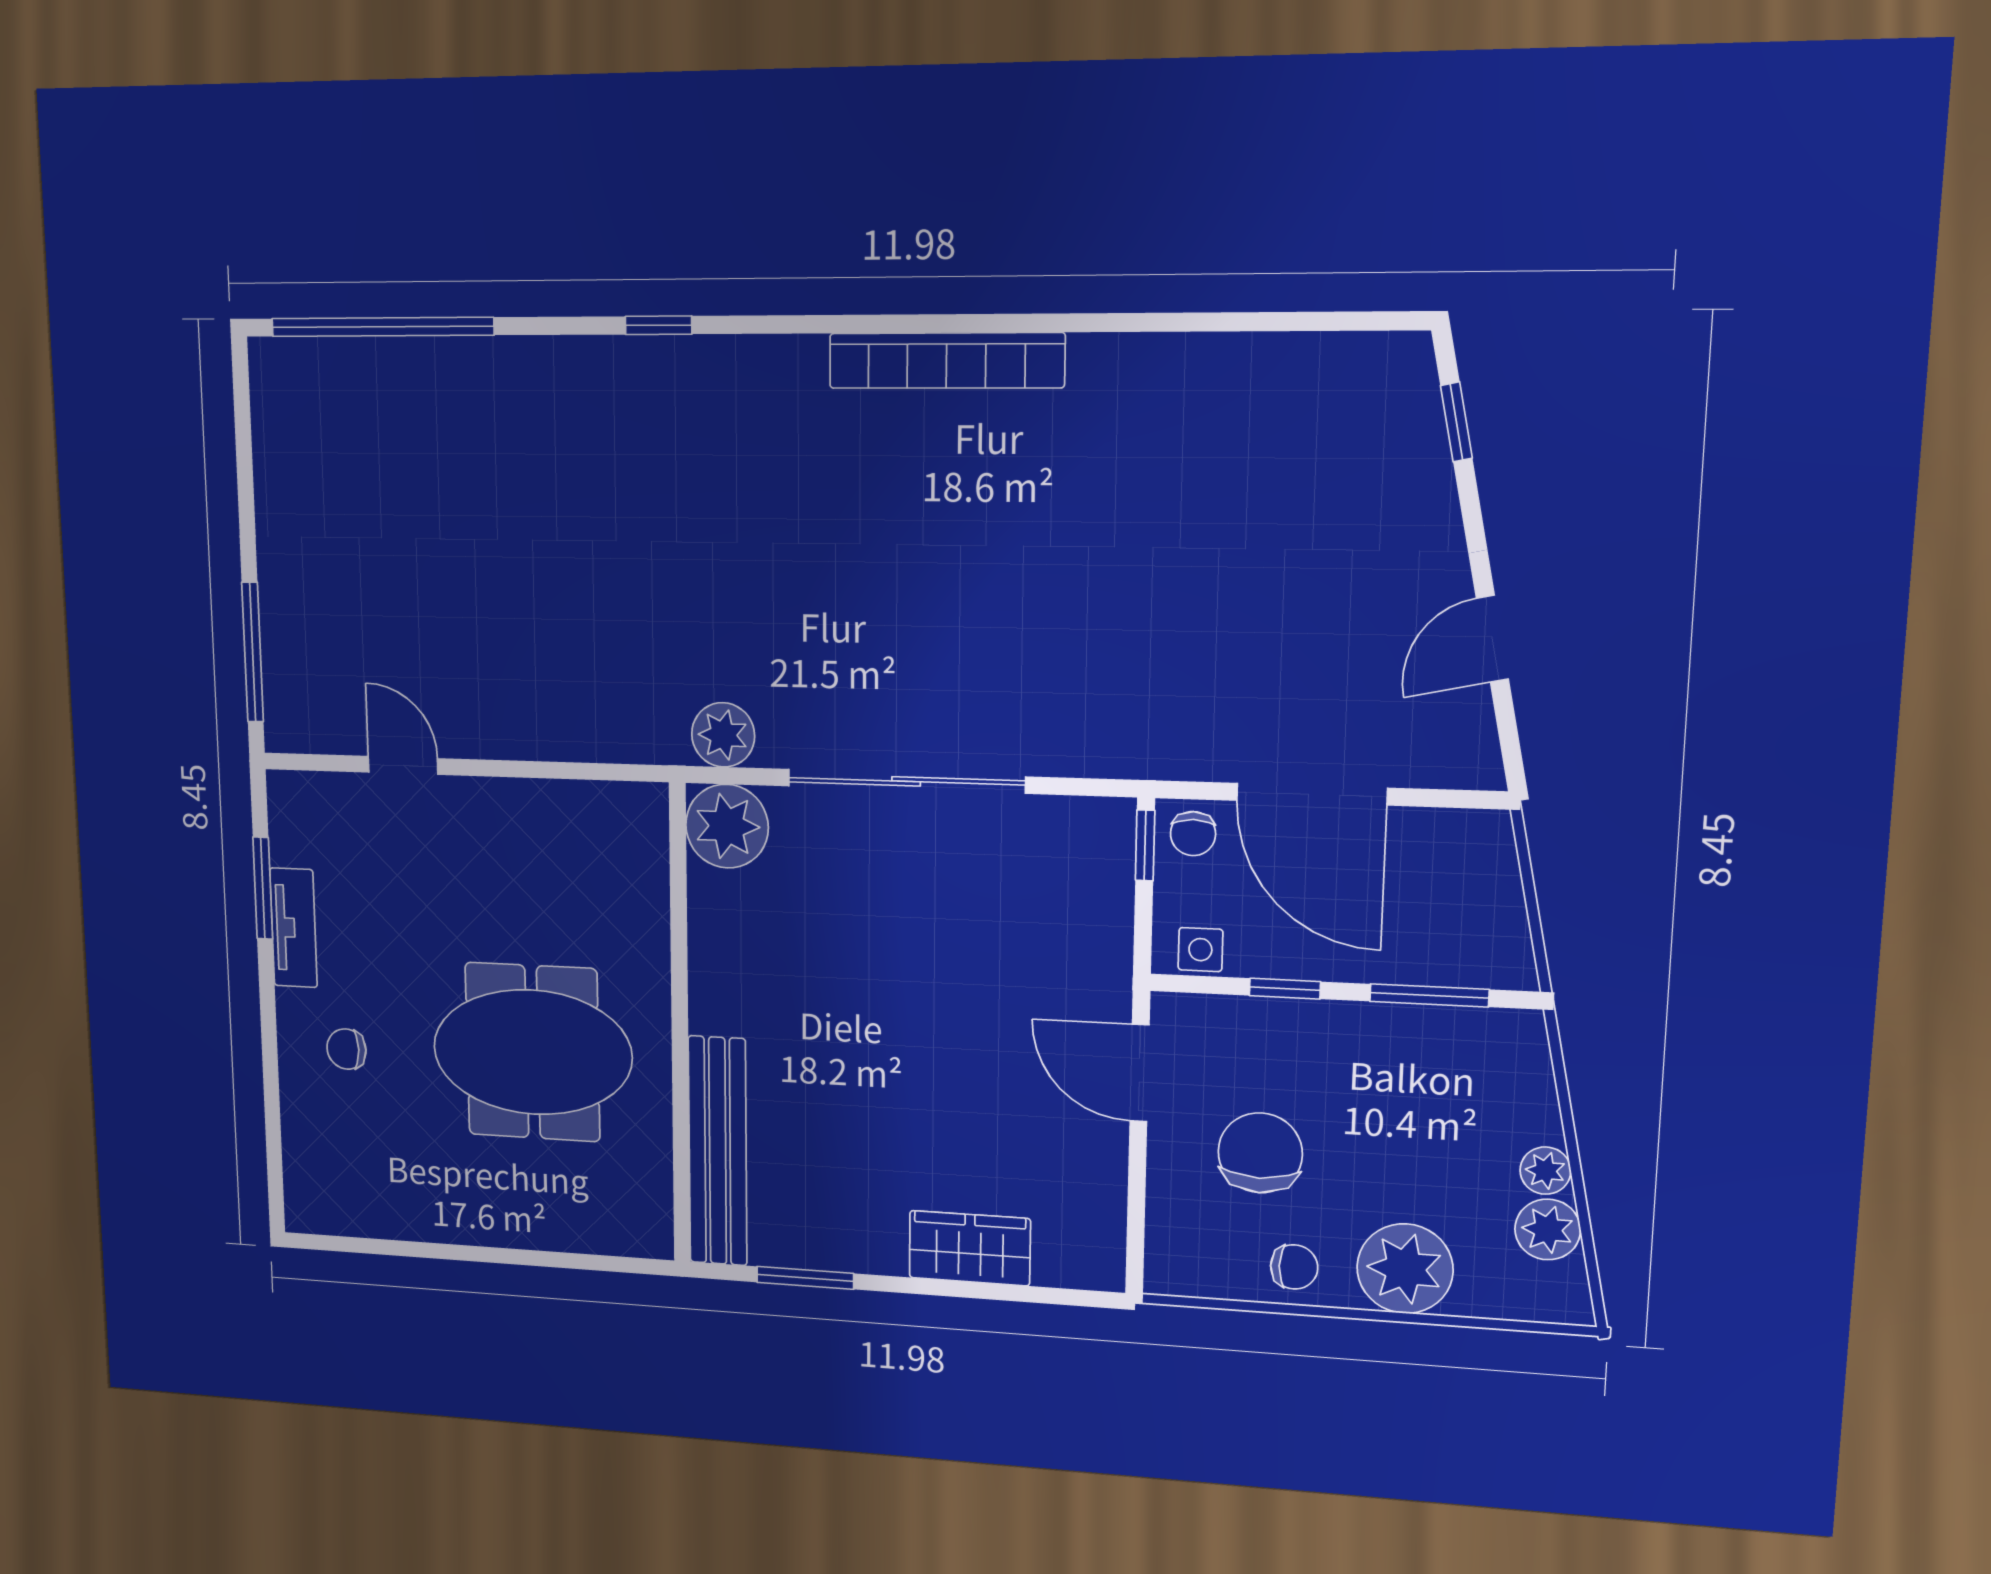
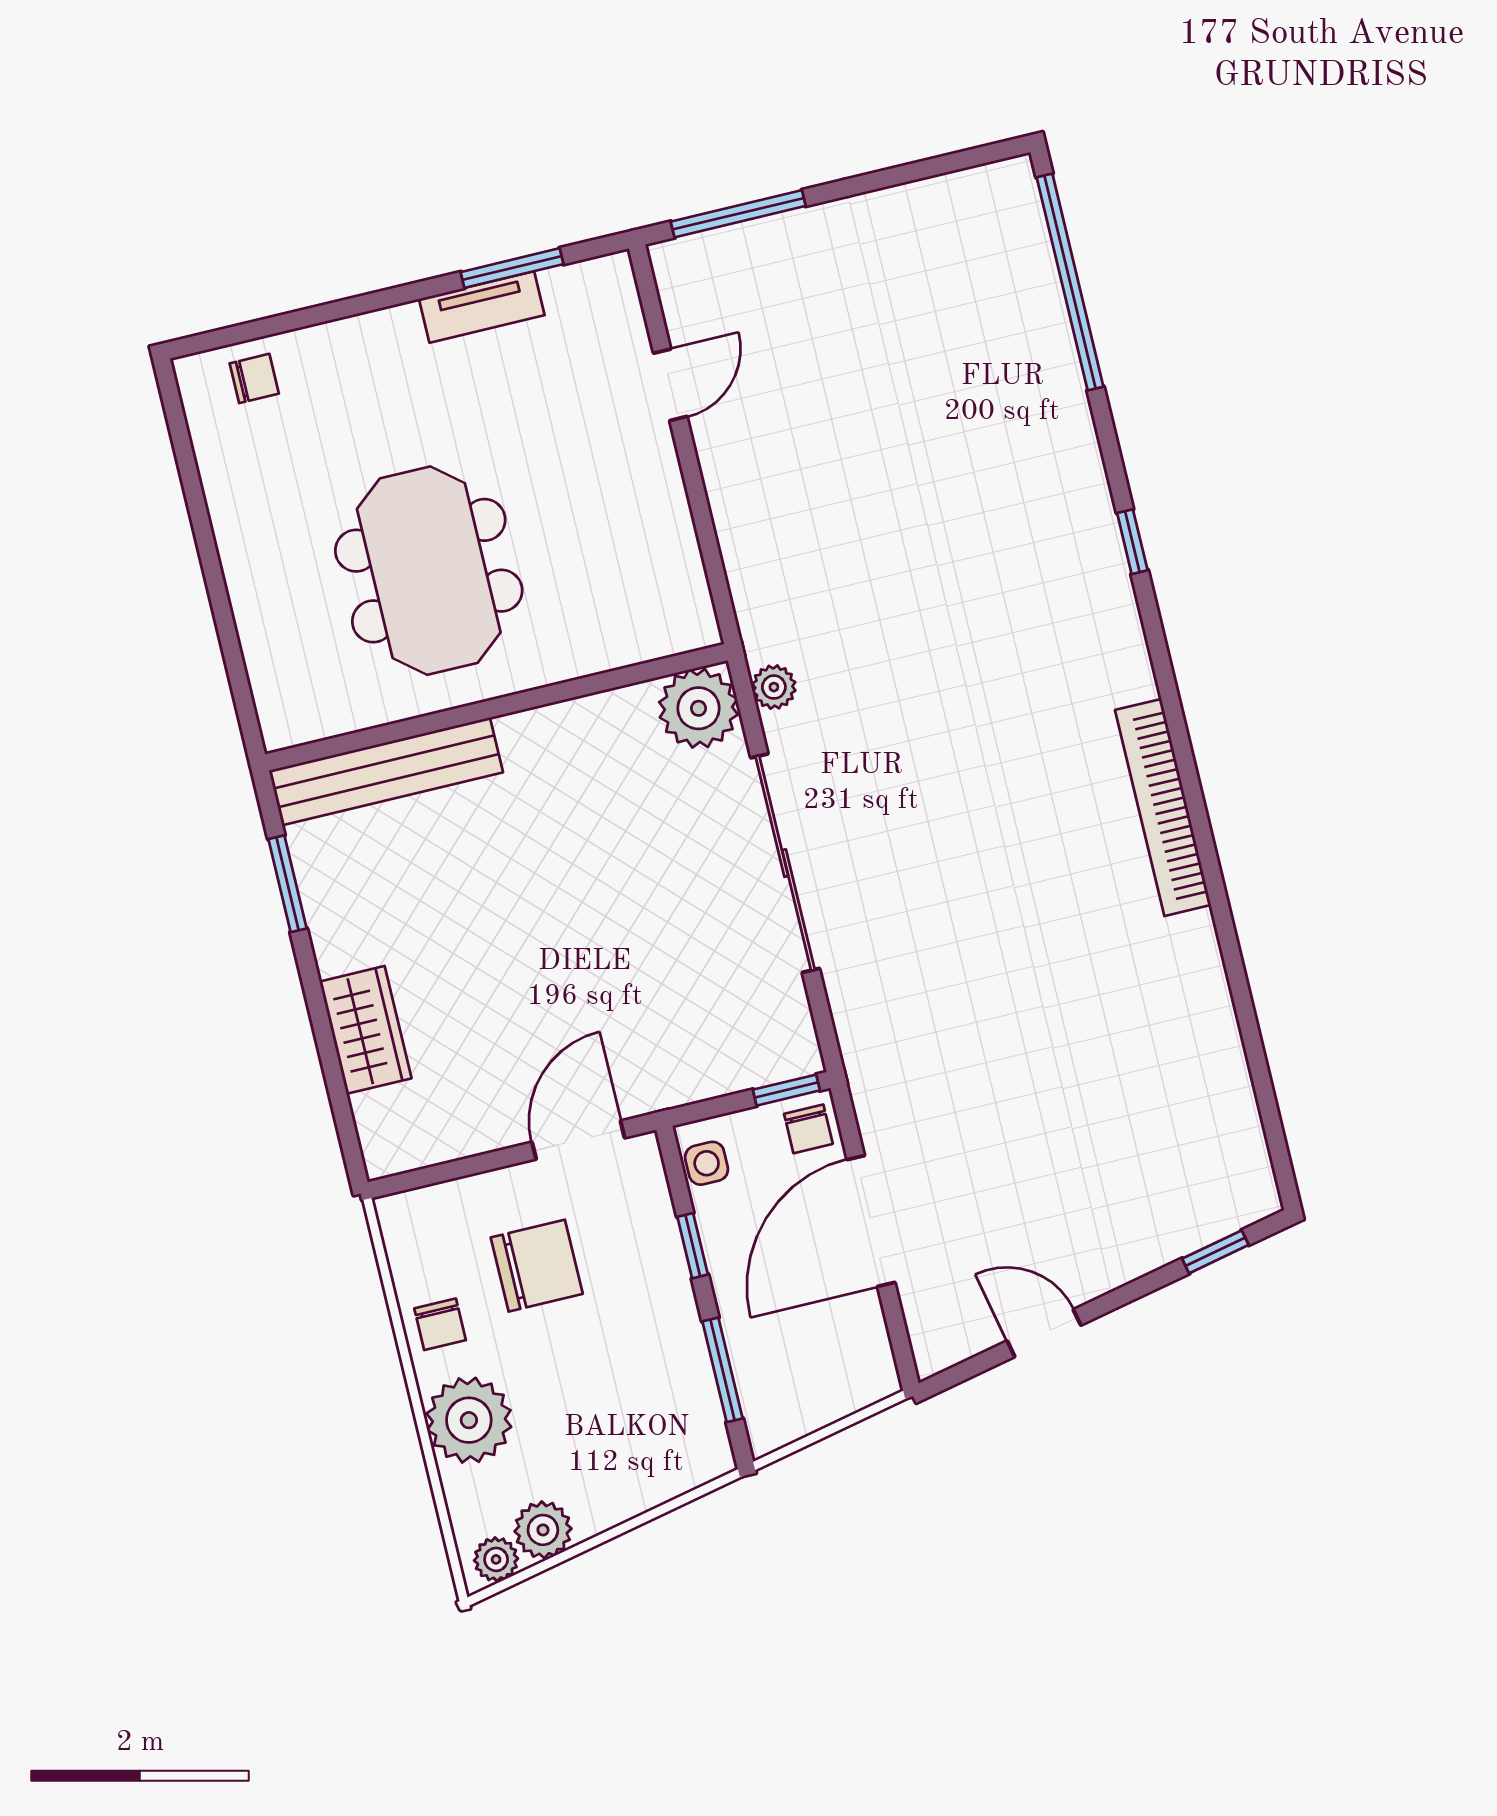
plant: (723, 735) -> (774, 687), width x0.73, depth x0.73
chair: (1193, 834) -> (808, 1129), turned -90
chair: (346, 1049) -> (254, 378), moved, turned 90
plant: (1545, 1171) -> (496, 1559), moved

